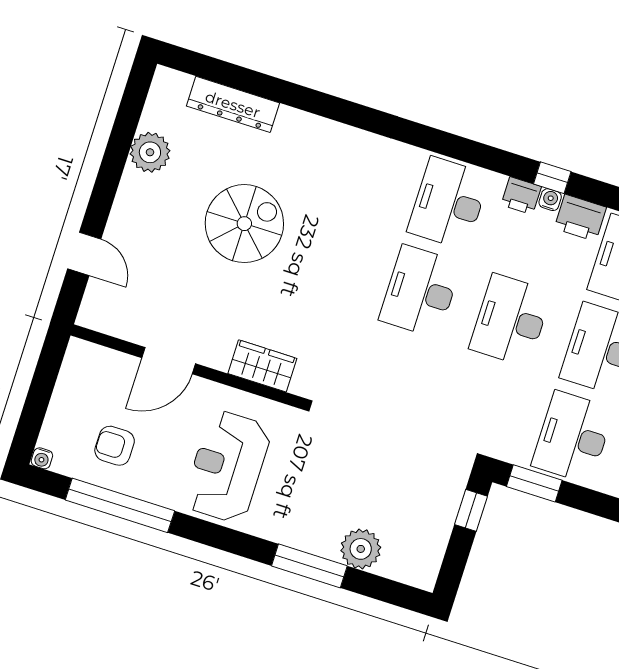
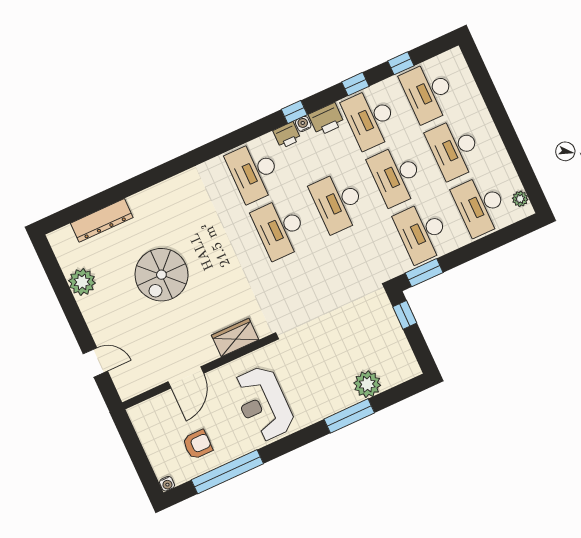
spiral stairs: (244, 224) -> (161, 275), turned 180
armchair: (115, 446) -> (198, 444), turned 180

